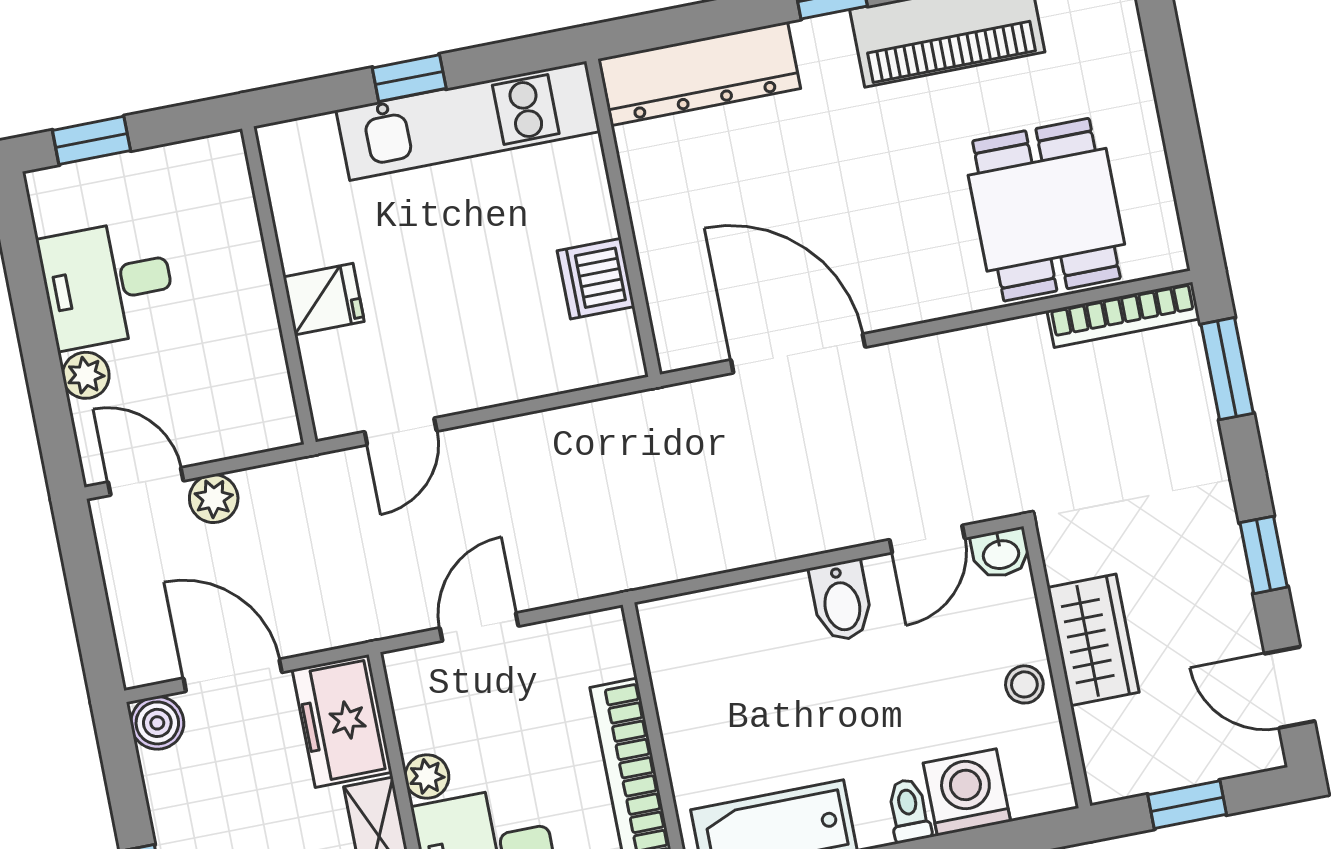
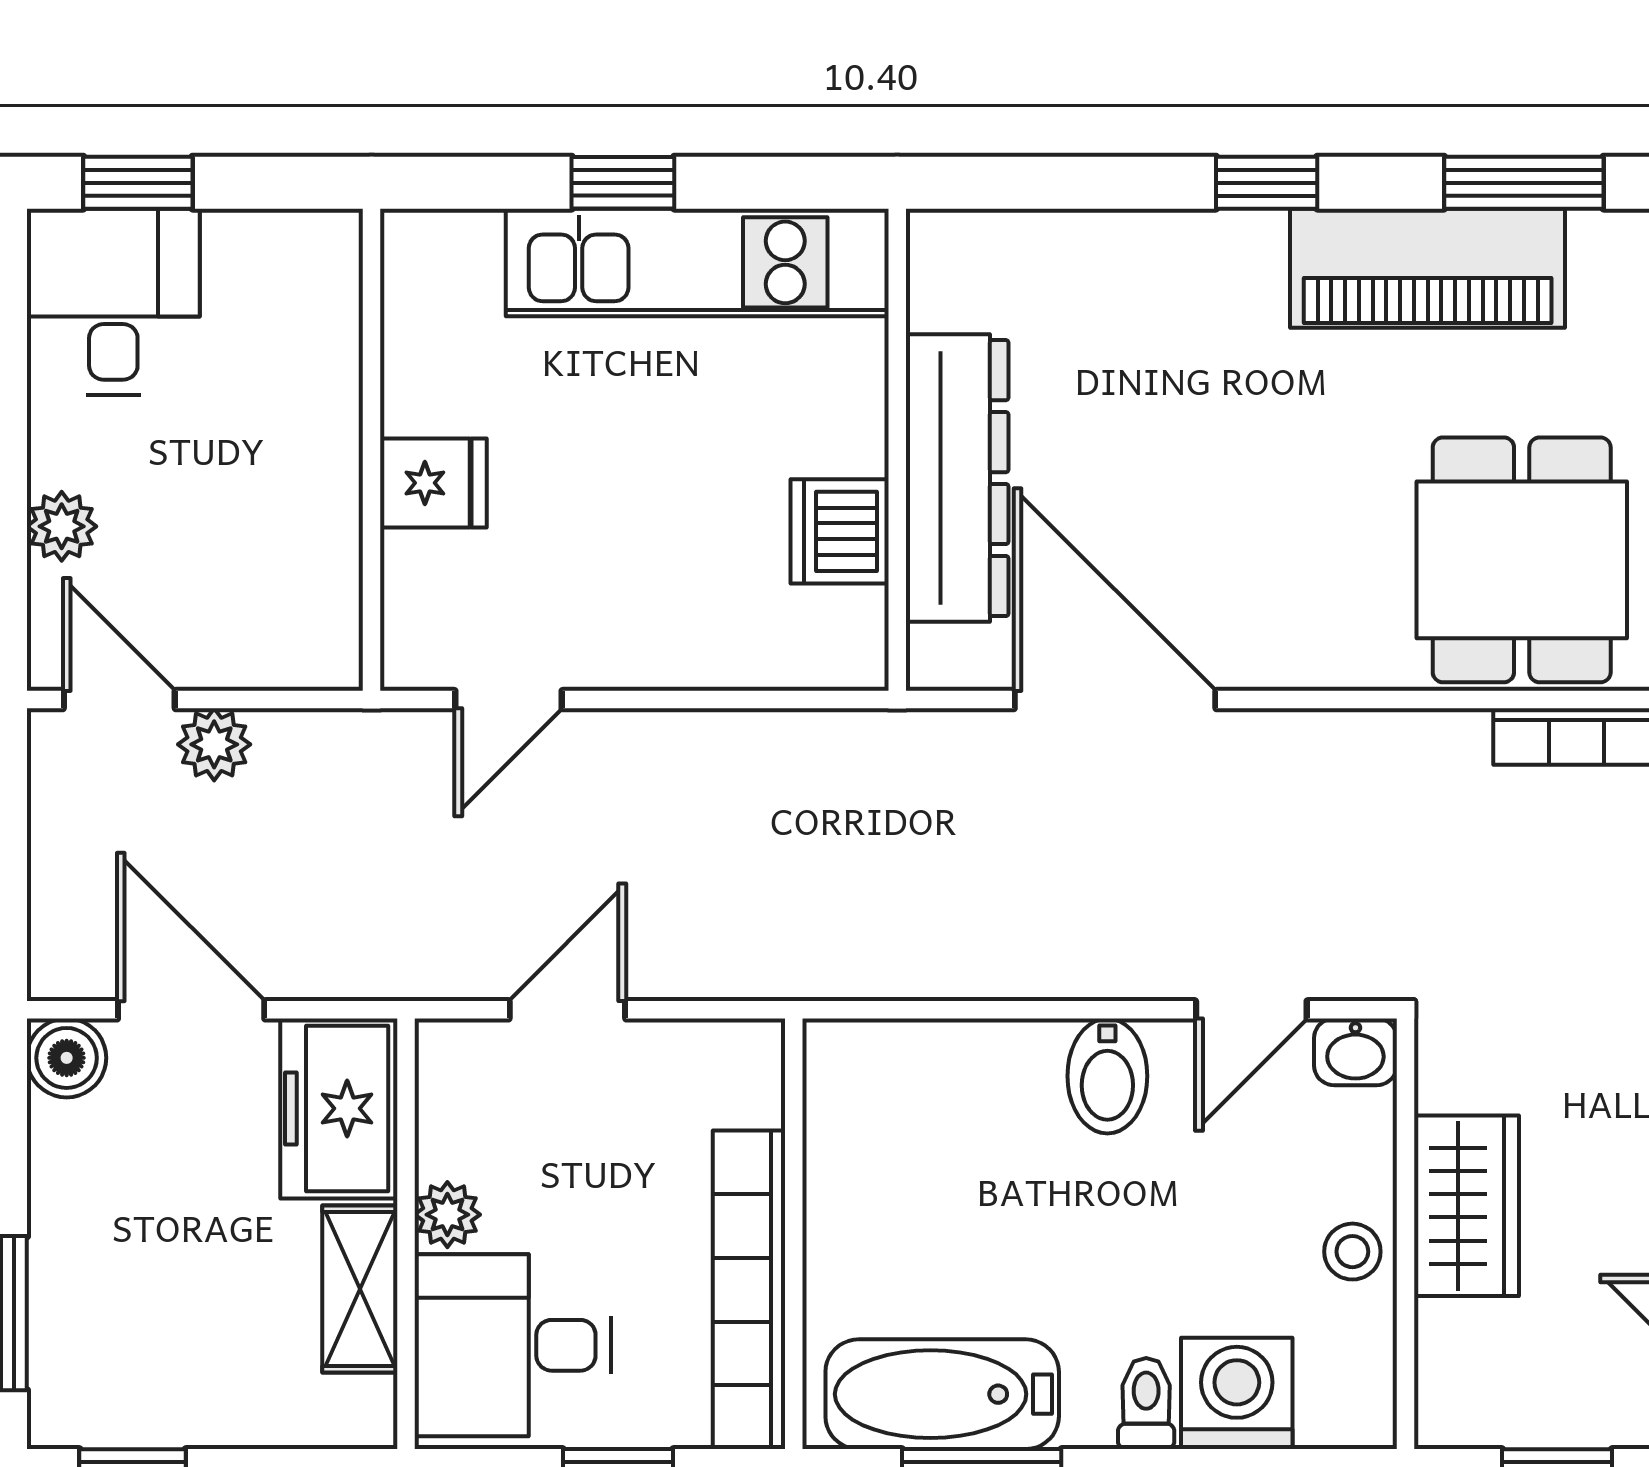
dresser: (700, 74) -> (957, 478), moved, turned -90
desk: (108, 284) -> (113, 302), moved, turned 90

